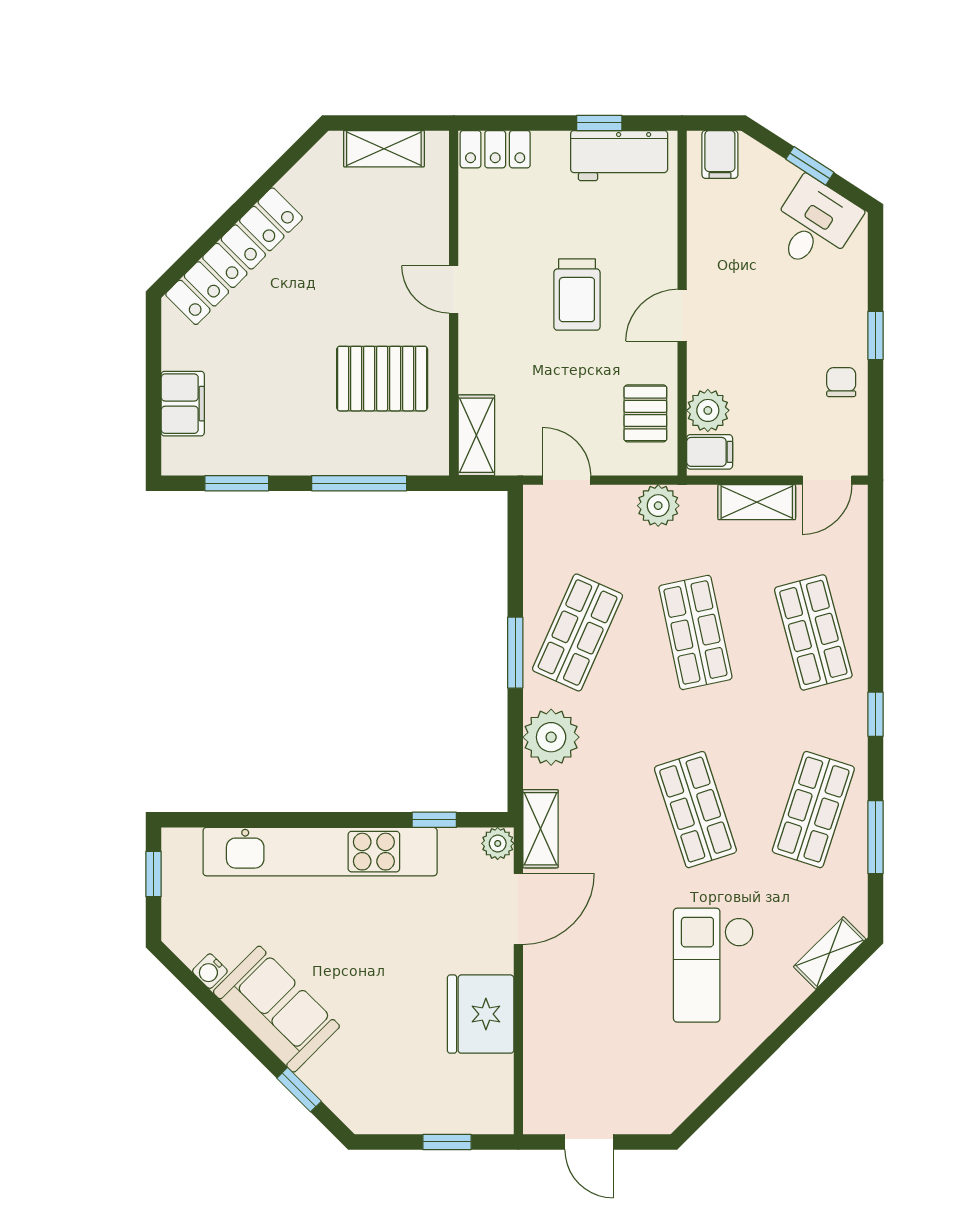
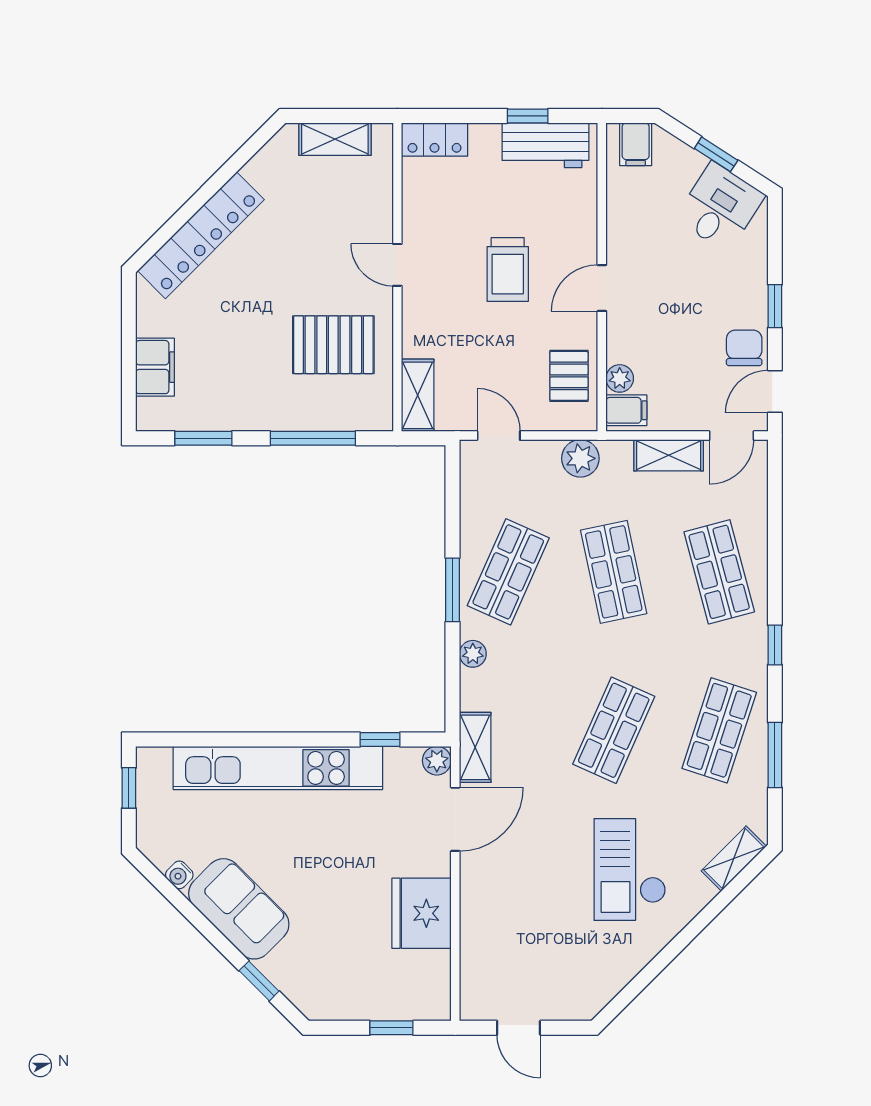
chair: (841, 382) -> (744, 348), width x1.37, depth x1.37
plant: (708, 410) -> (620, 378), width x0.73, depth x0.73
door: (876, 431) -> (775, 392), added
plant: (551, 737) -> (473, 654), width x0.53, depth x0.53
shop shelf: (695, 810) -> (614, 730), turned 42

